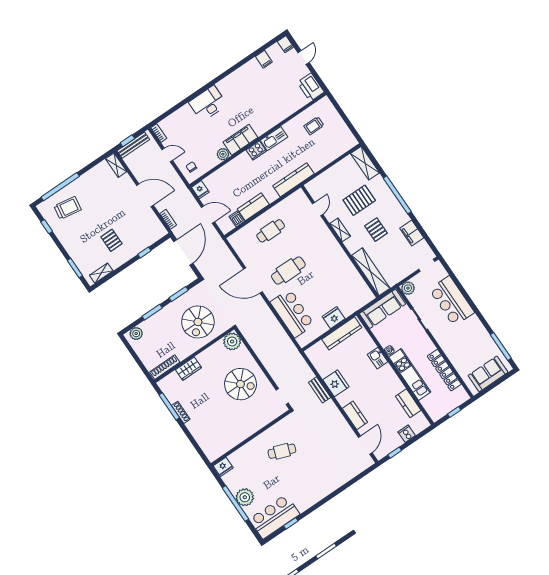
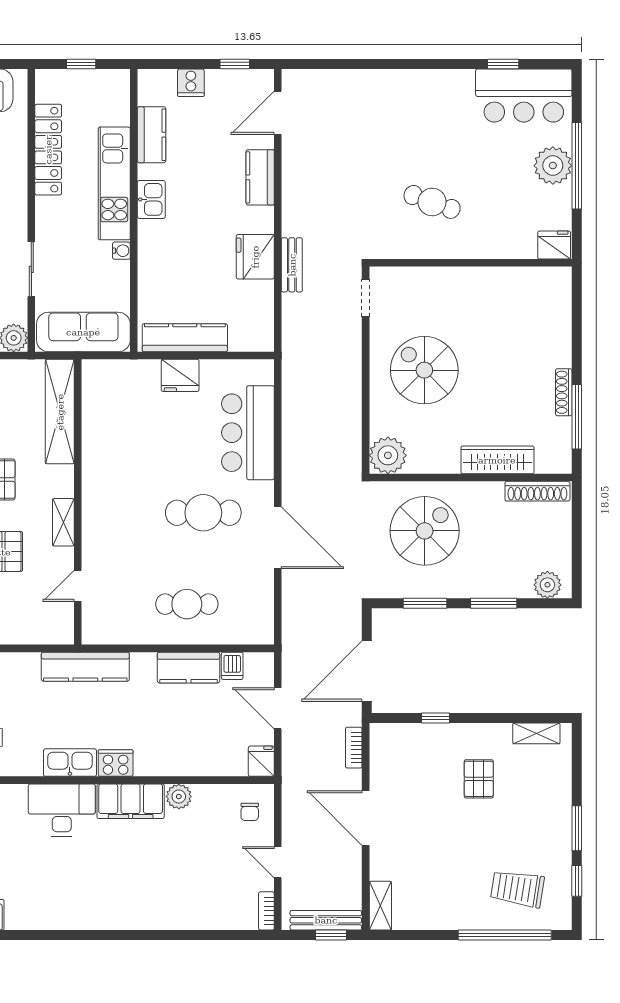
desk: (208, 103) -> (62, 810), moved, turned 180
window: (75, 268) -> (577, 828), moved
kitchen sink: (378, 358) -> (151, 199), moved
wardrobe: (188, 369) -> (497, 460), width x1.50

